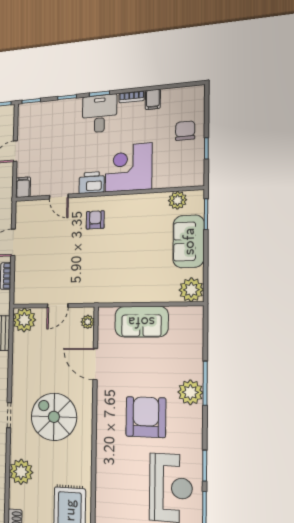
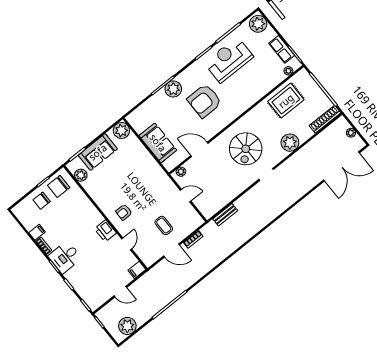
chair: (186, 163) -> (59, 186), added
corner desk: (129, 168) -> (83, 216), removed
coffee table: (45, 255) -> (164, 225), added
plant: (24, 320) -> (208, 208), removed
door: (95, 364) -> (199, 149), swing flipped

